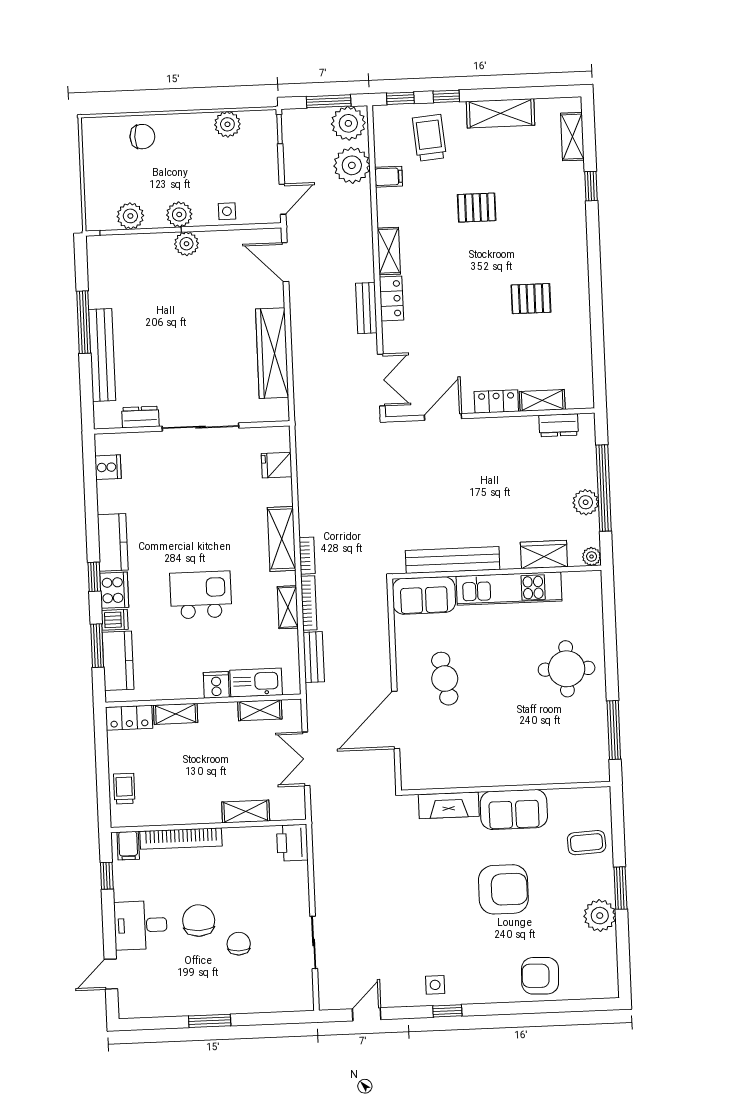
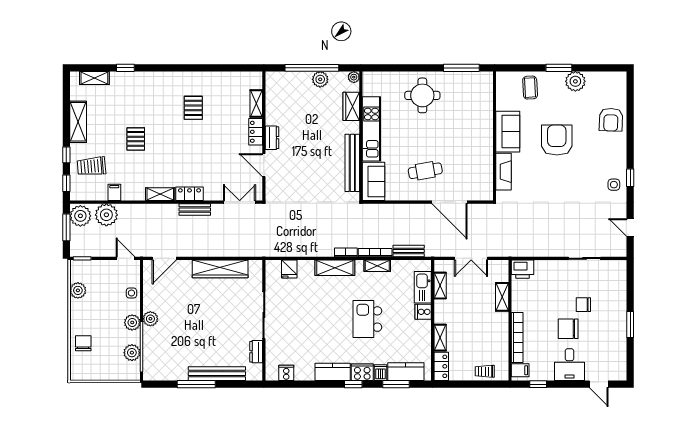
dresser: (559, 425) -> (272, 138), moved

